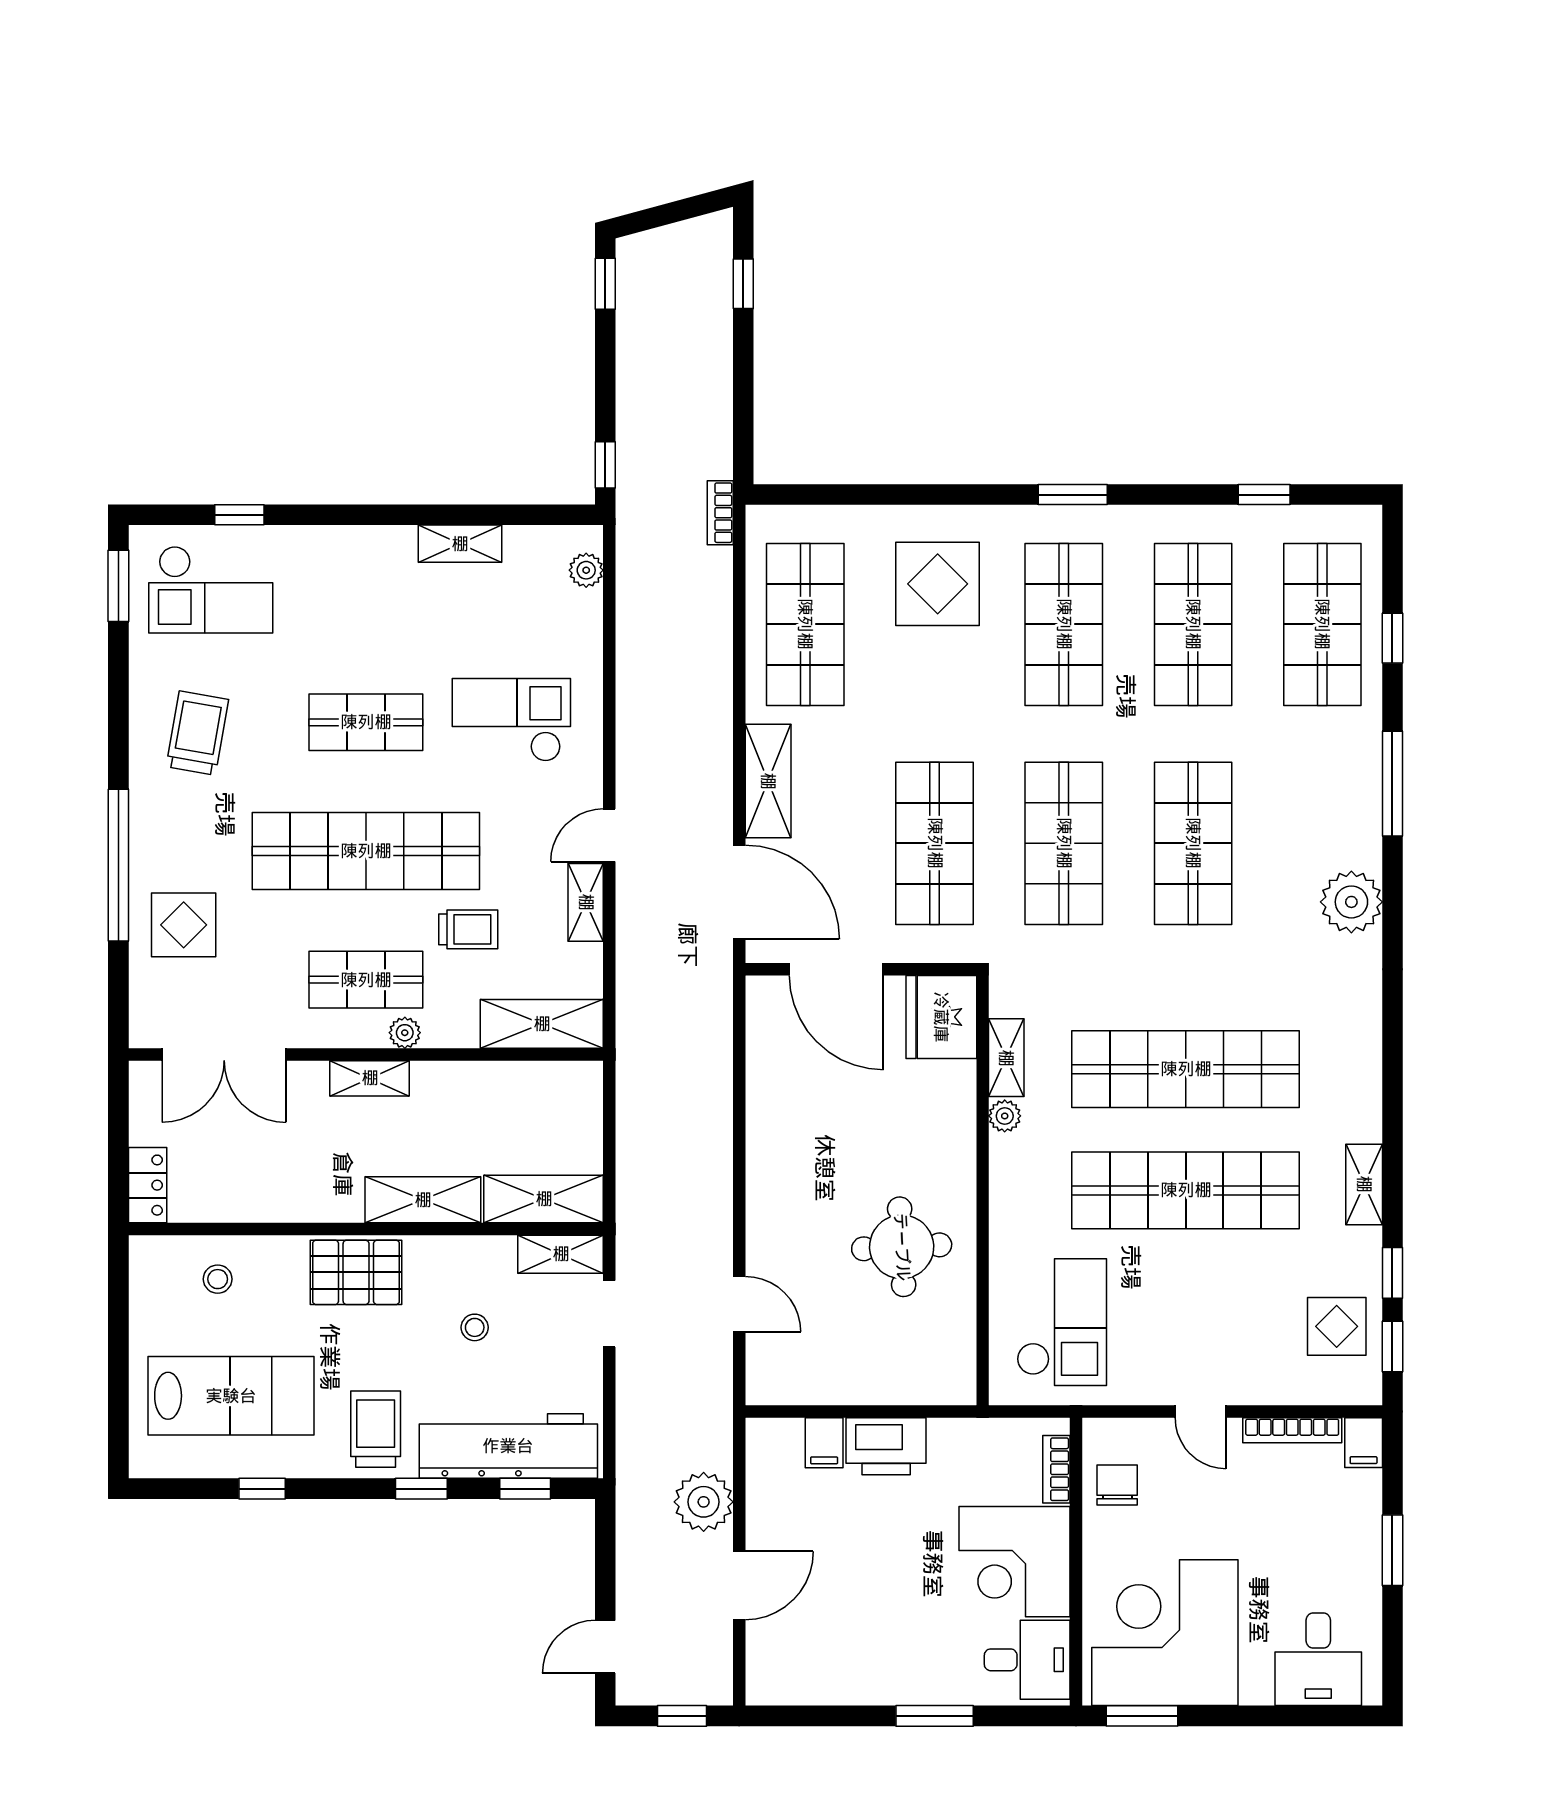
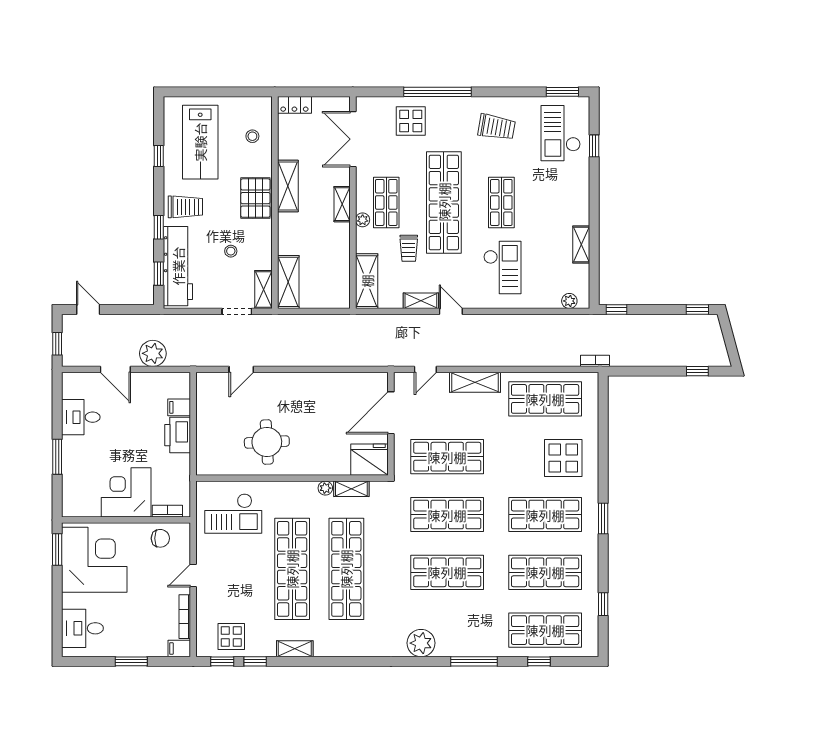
door: (739, 892) -> (425, 369), width x0.53
shelving: (423, 1200) -> (288, 186), moved
desk: (1027, 1660) -> (81, 417), moved, turned 90

